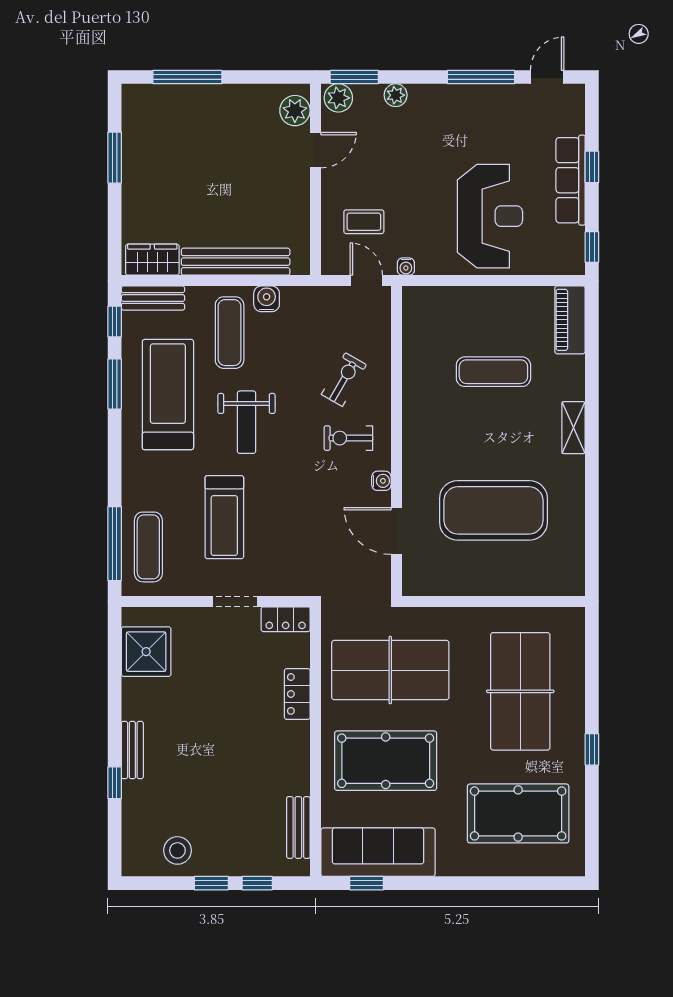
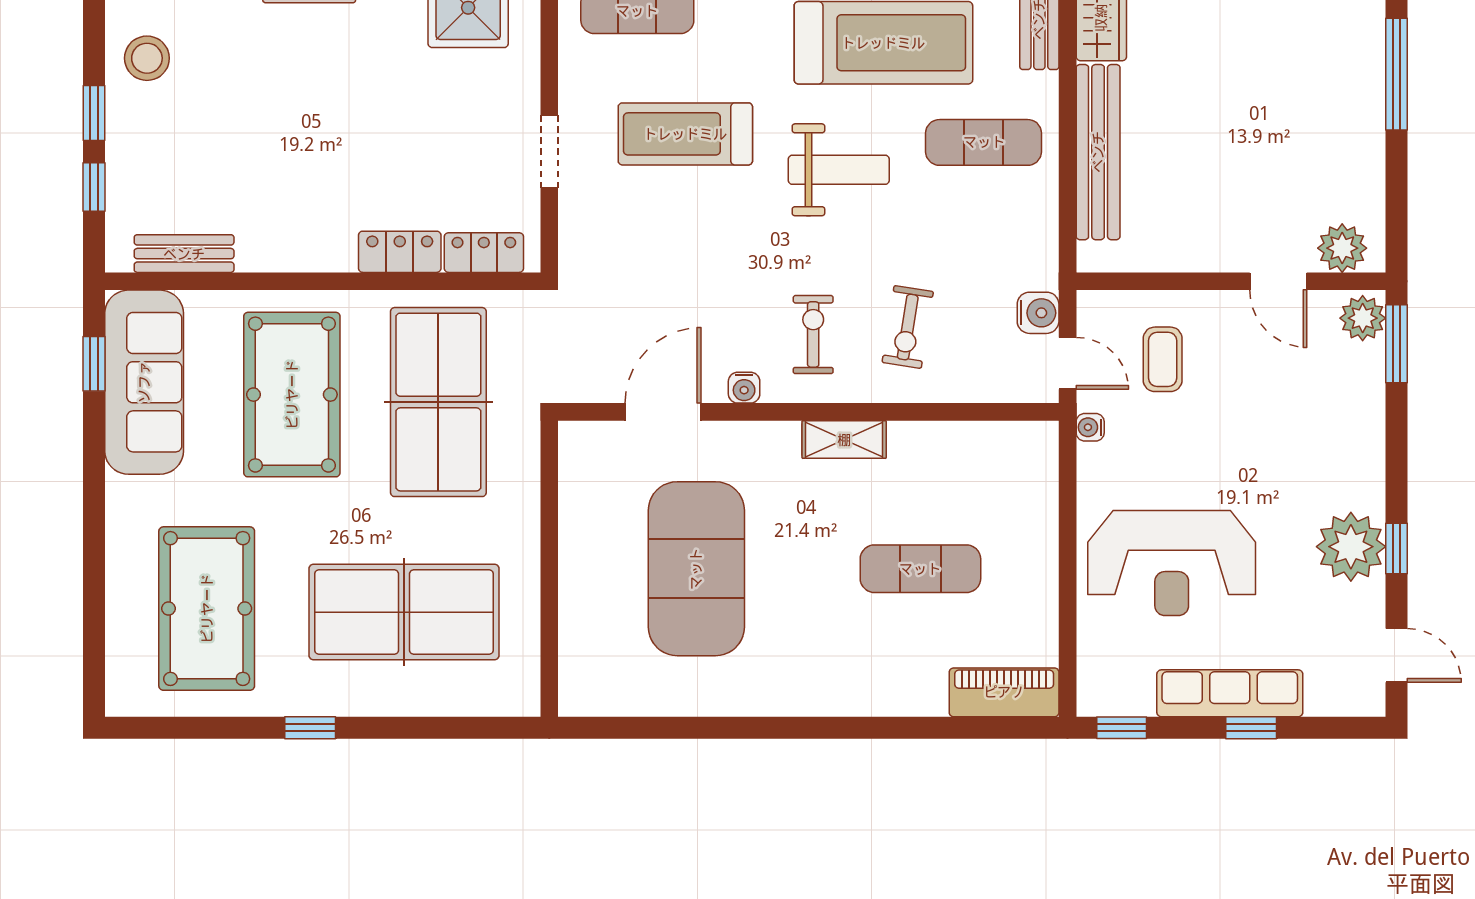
window: (481, 77) -> (1396, 548), width x0.46
plant: (396, 95) -> (1351, 547), moved, width x1.88, depth x1.88
door: (366, 281) -> (1068, 363), hinge flipped
water cooler: (267, 299) -> (1038, 313), moved
exercise mat: (493, 372) -> (920, 569), turned 90
exercise bike: (344, 380) -> (908, 327), turned 69
weight bench: (246, 422) -> (839, 170), turned 180
shelving: (573, 428) -> (844, 440), moved
locker: (286, 619) -> (484, 253), moved, turned 90

